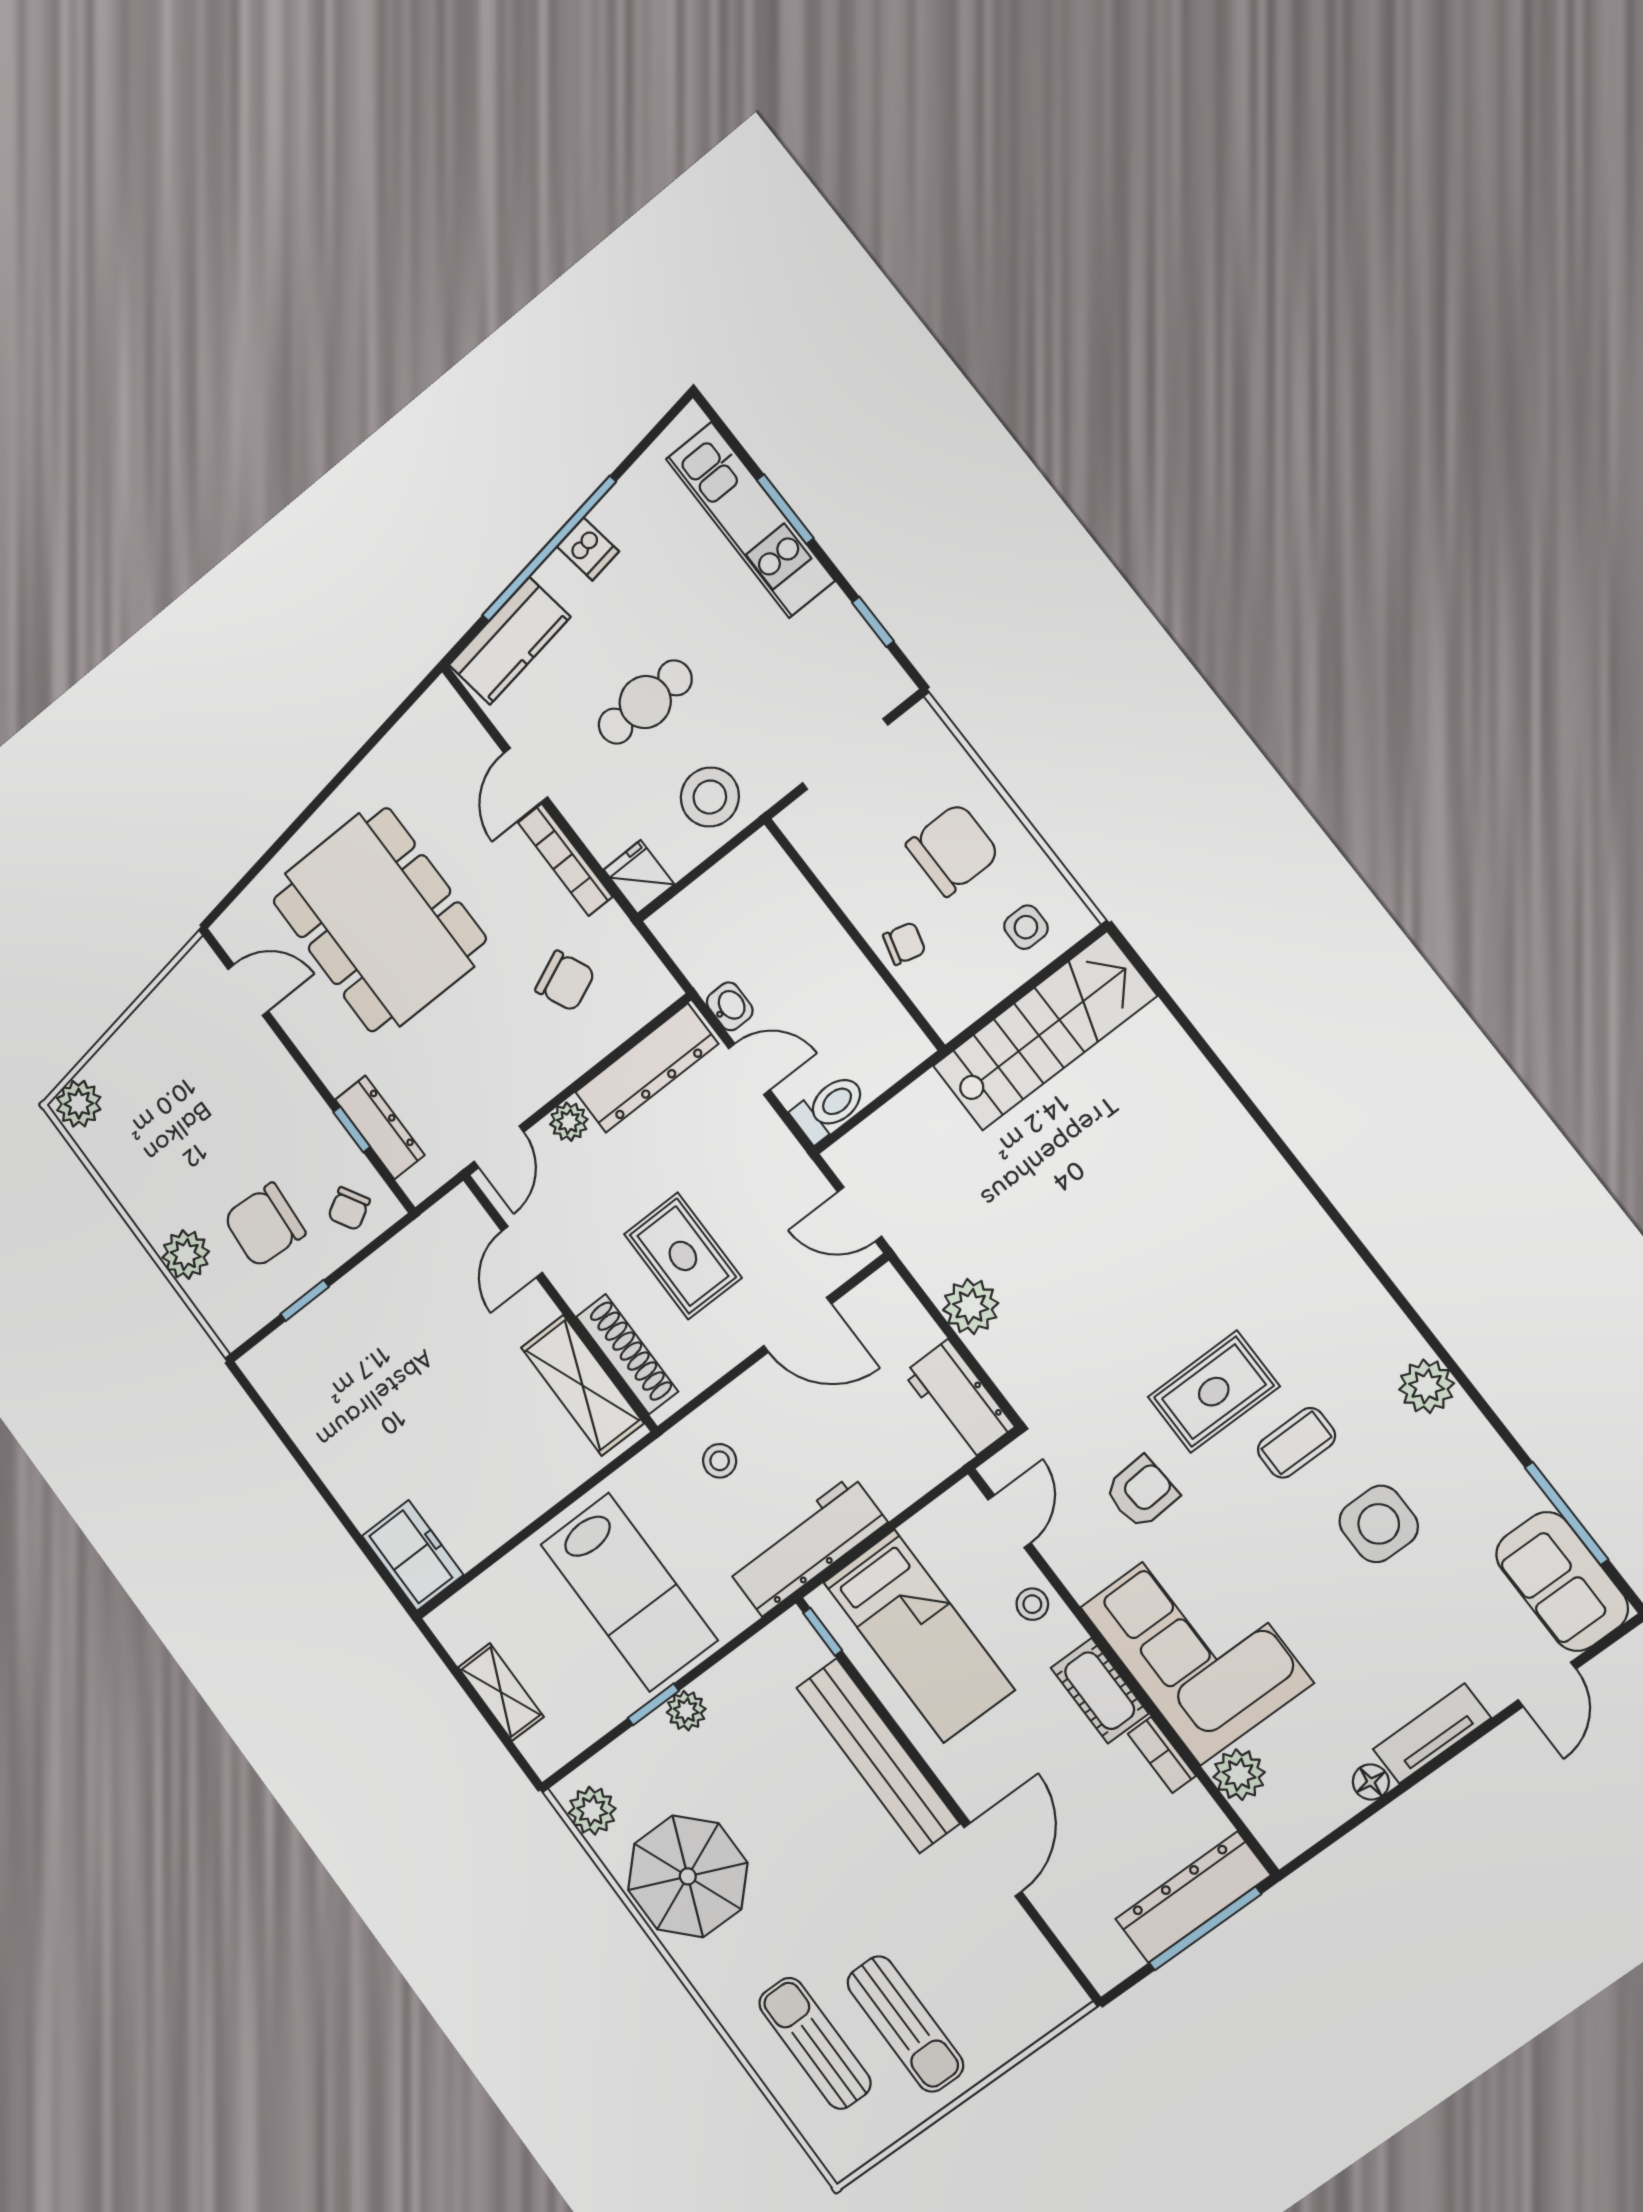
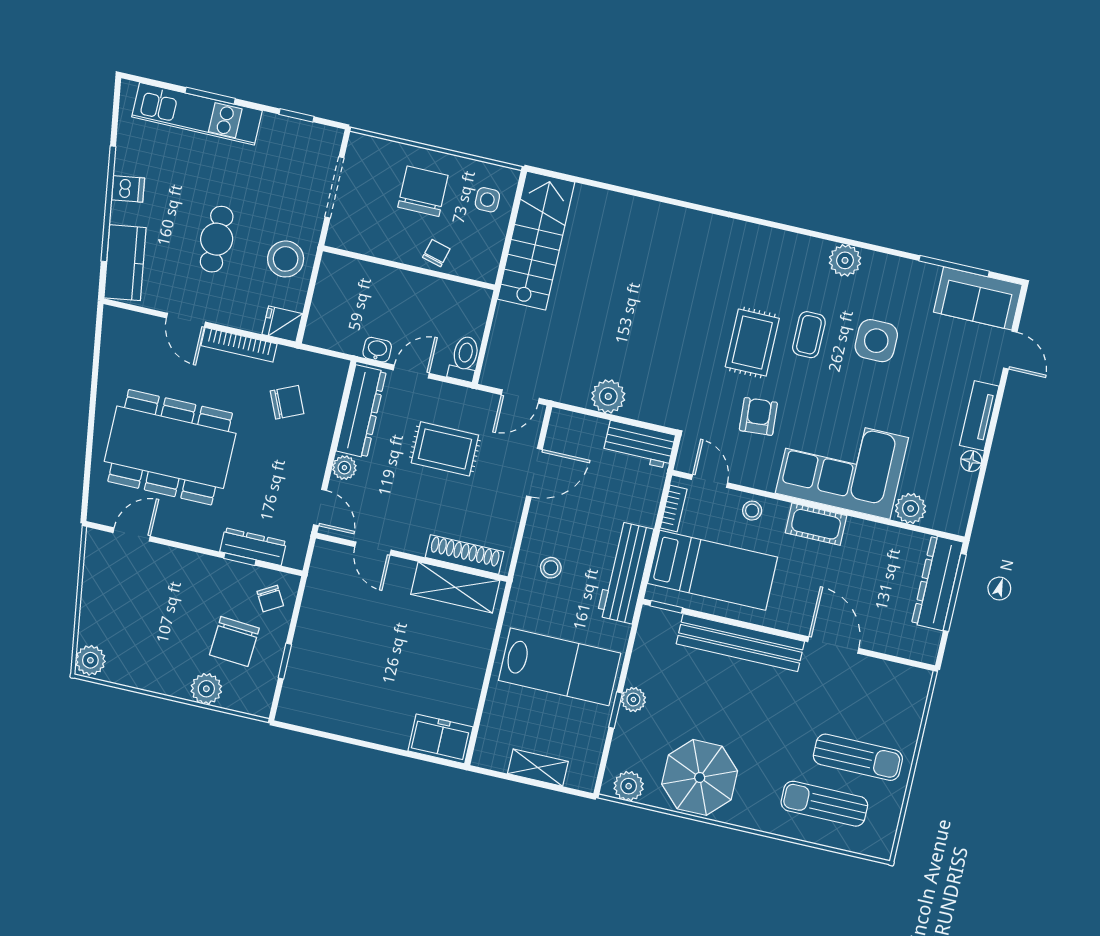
rug: (683, 1256) -> (445, 449), moved
bookcase: (1162, 1755) -> (674, 508), moved, turned -90

